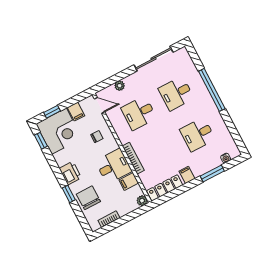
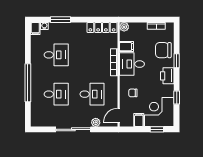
sliding door: (154, 59) -> (73, 129), moved
door: (99, 105) -> (119, 115), hinge flipped
window: (41, 141) -> (177, 97), moved
filing cabinet: (187, 175) -> (35, 29), moved
chair: (88, 198) -> (163, 50), turned 90

